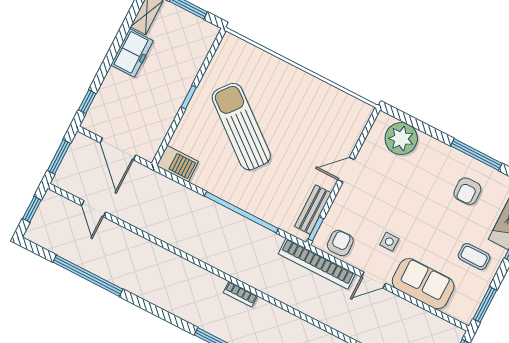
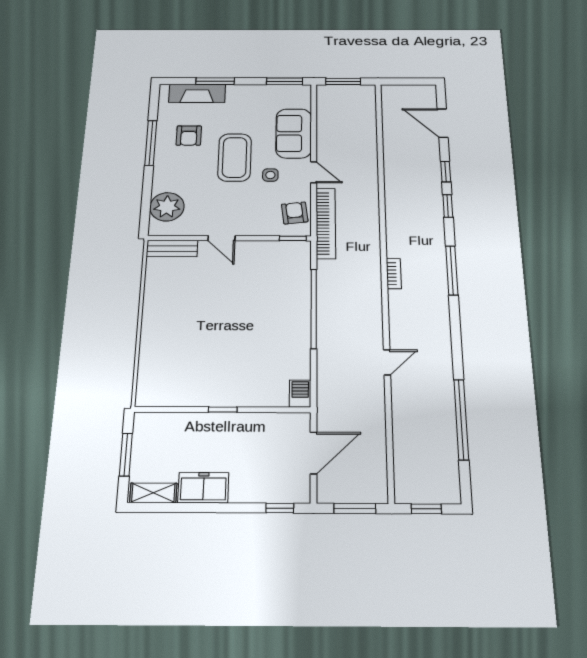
sun lounger: (241, 127) -> (228, 347), removed
barbecue: (177, 164) -> (300, 394), width x0.73, depth x0.79
armchair: (467, 191) -> (189, 136), turned 91
door: (94, 209) -> (387, 362), moved
bench: (313, 210) -> (172, 249), moved
armchair: (340, 243) -> (295, 213), turned 85
coffee table: (474, 256) -> (235, 157), moved, width x1.86, depth x1.72

